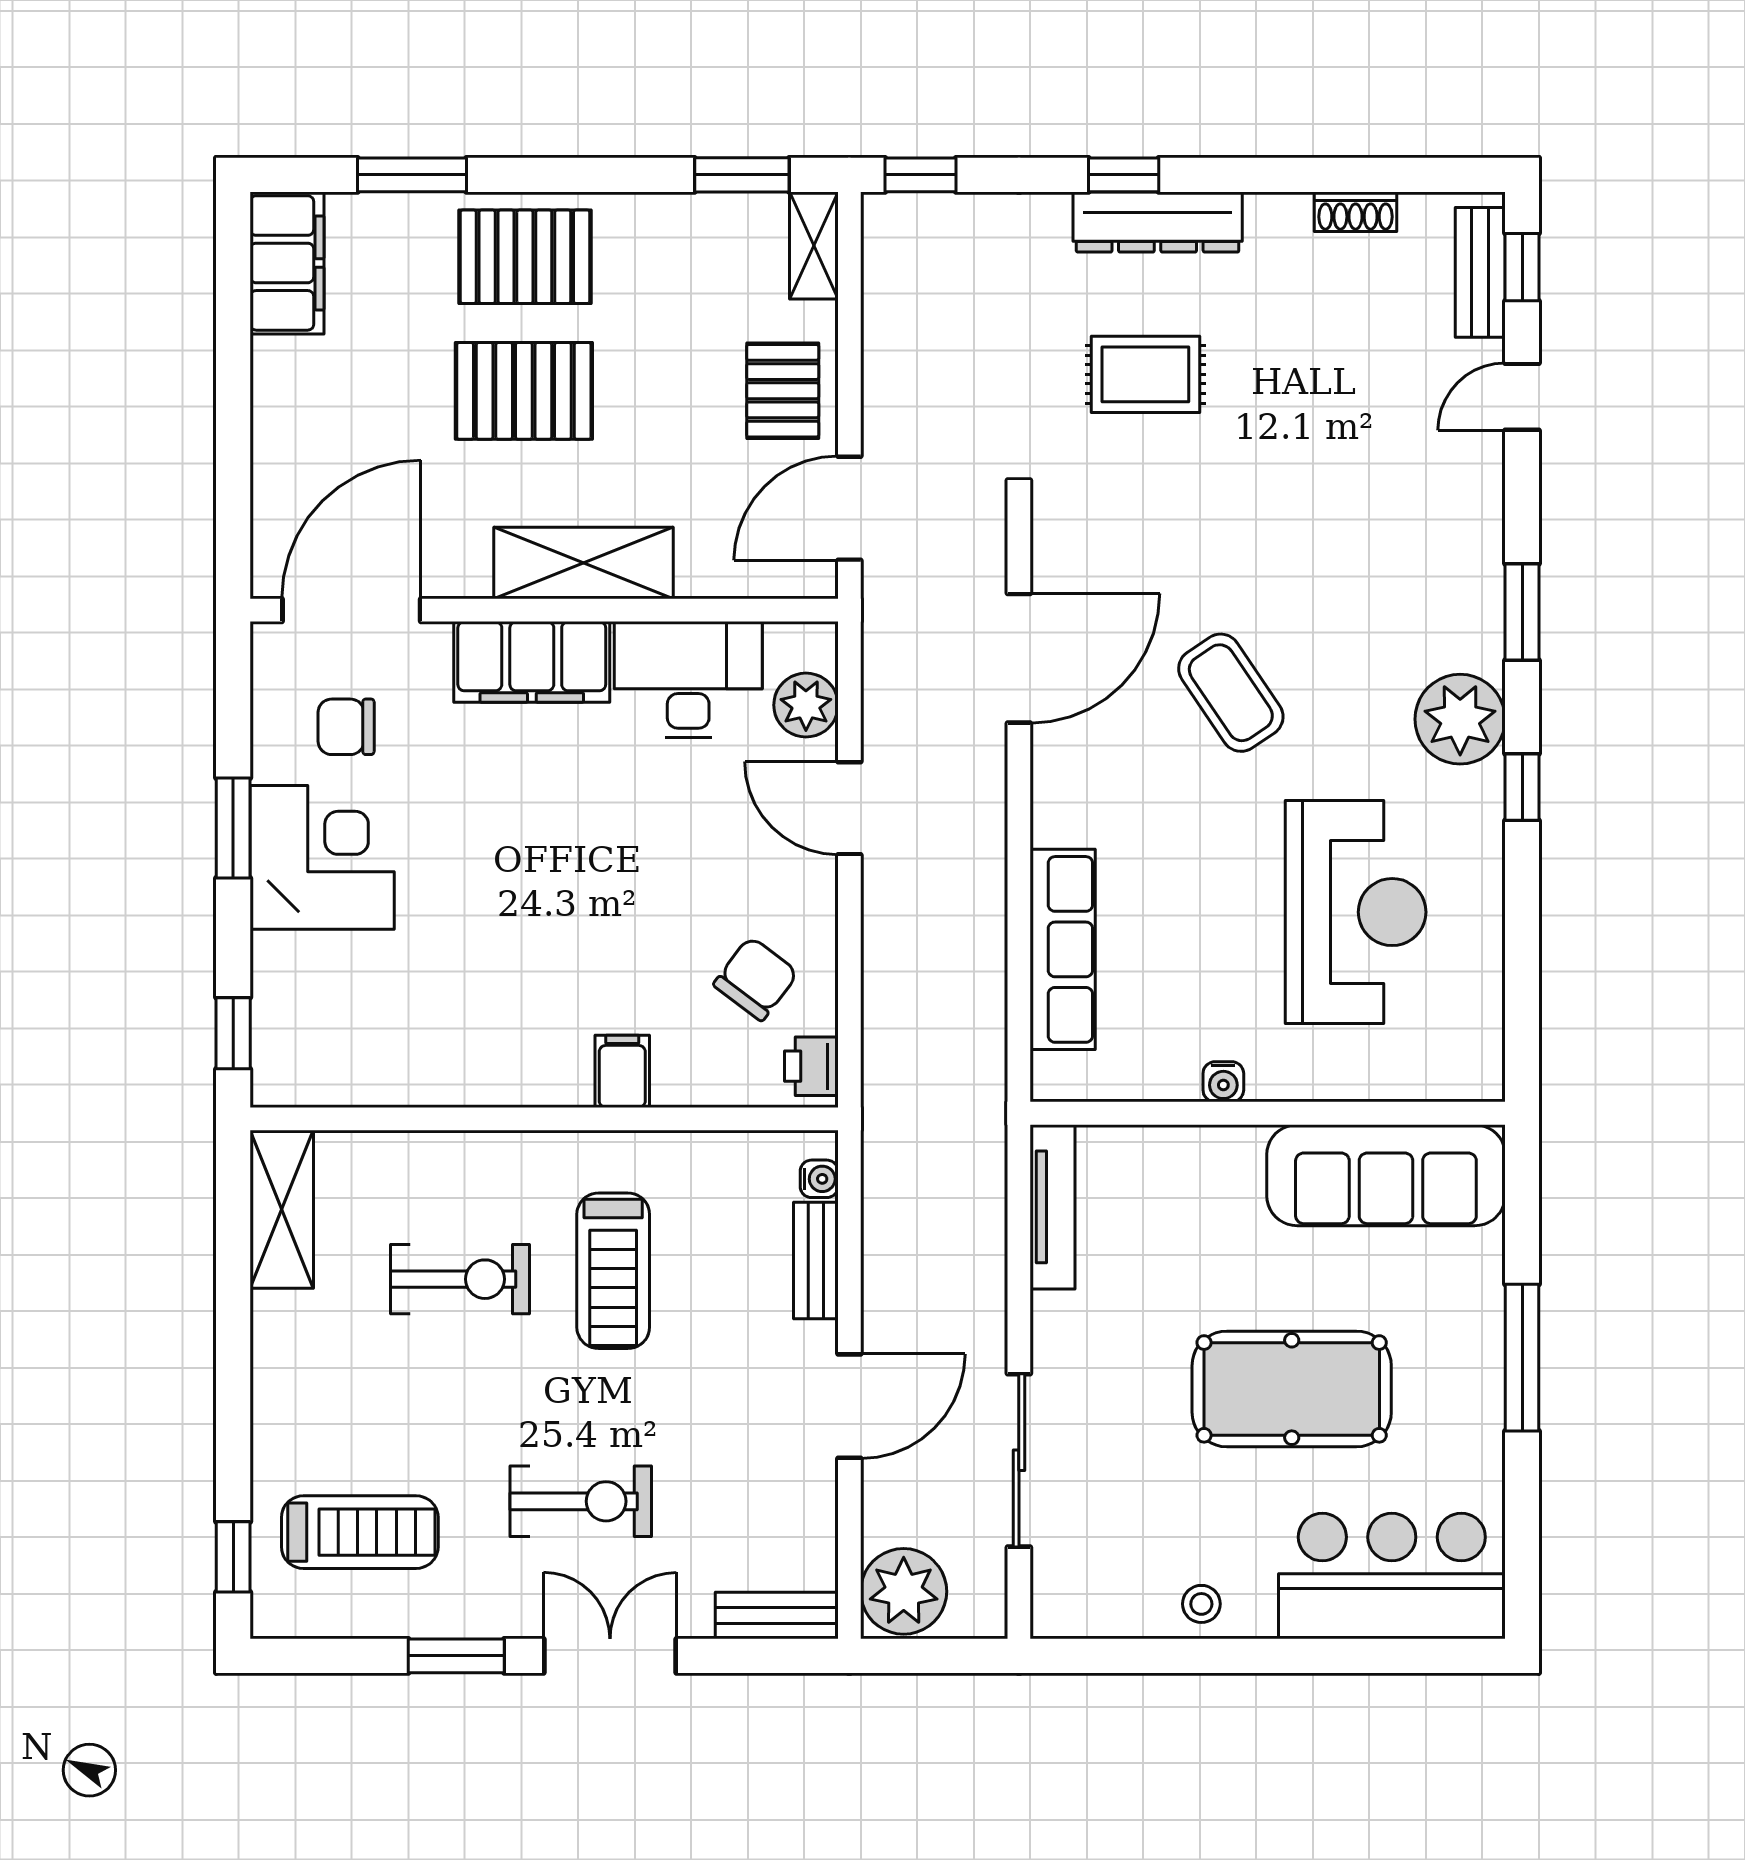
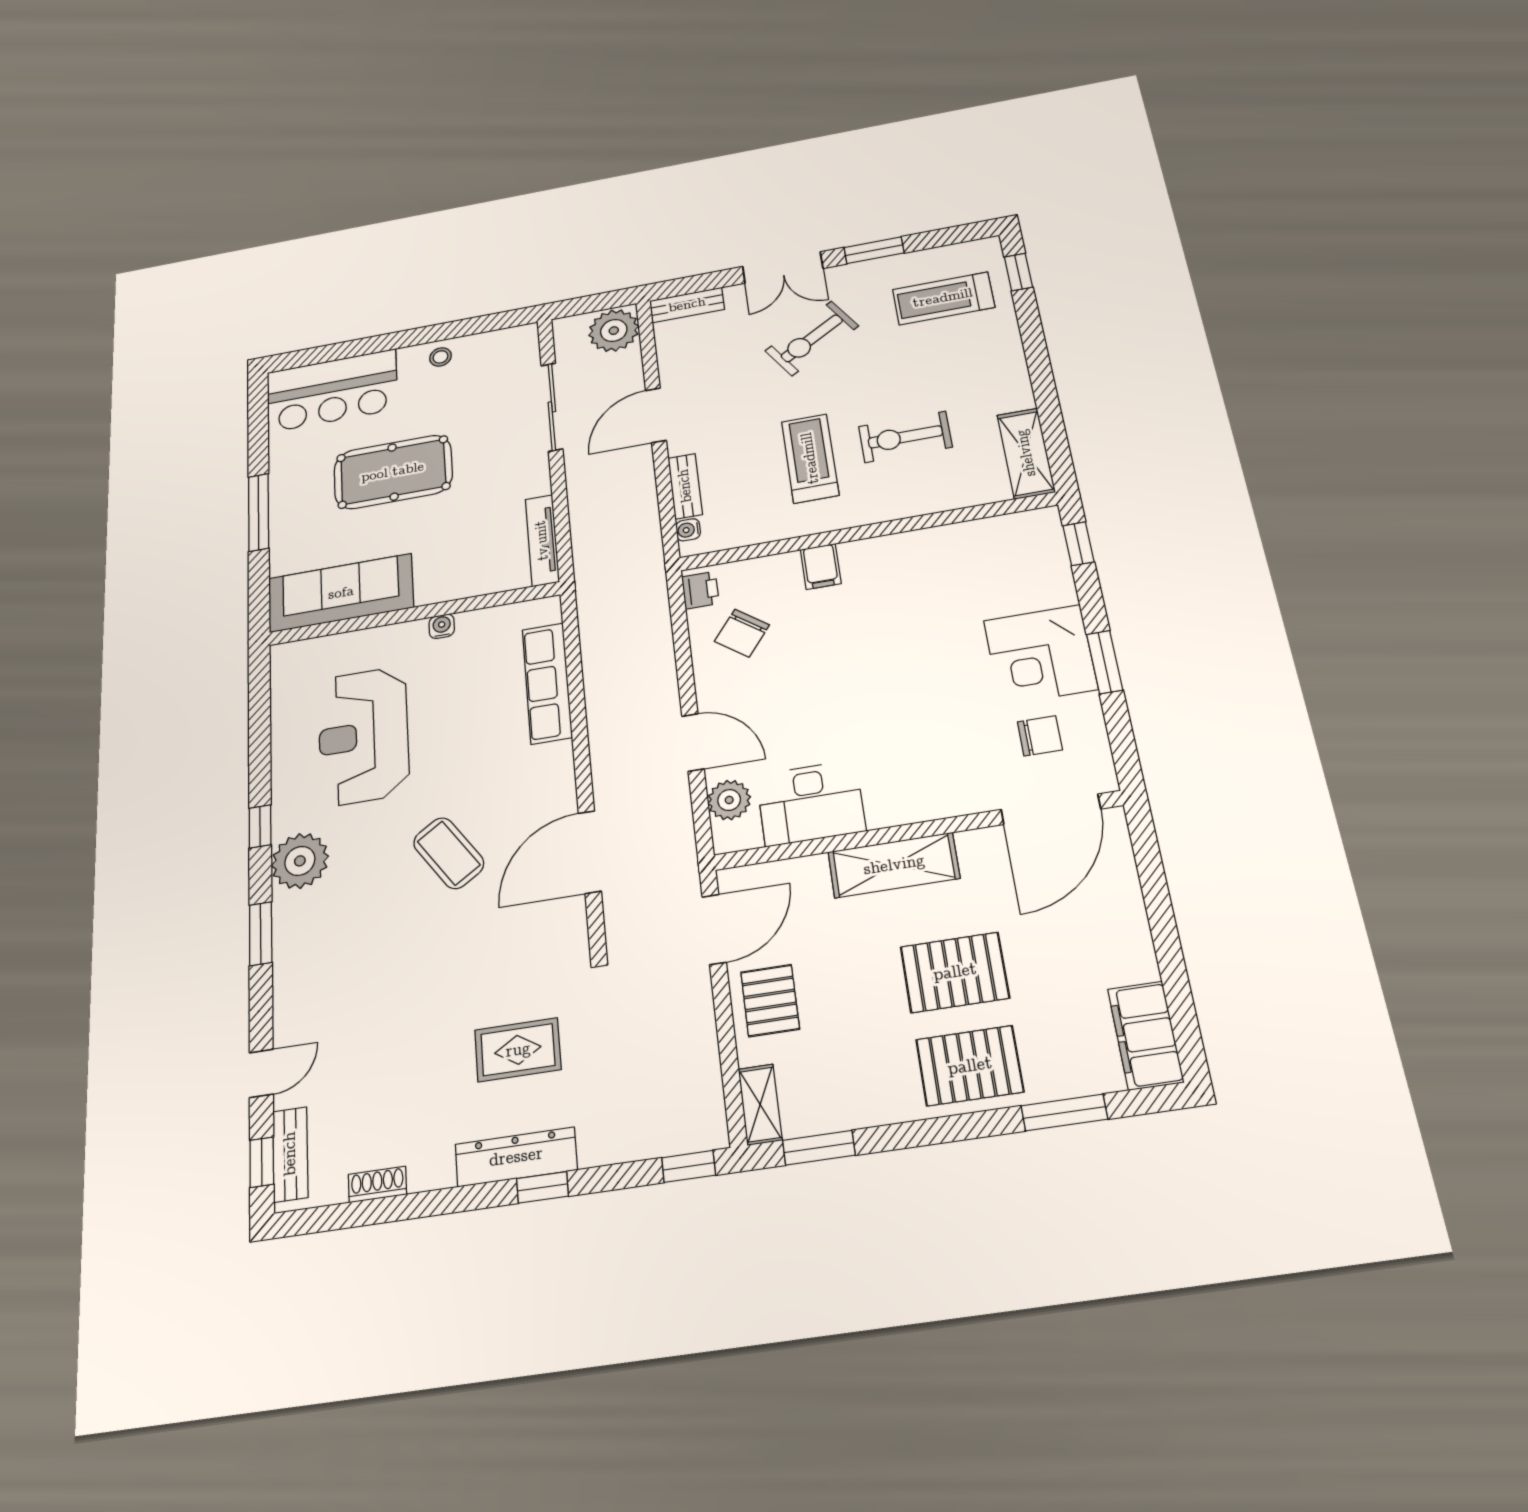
filing cabinet: (532, 662) -> (919, 797), removed
exercise bike: (581, 1501) -> (812, 338), turned -32

